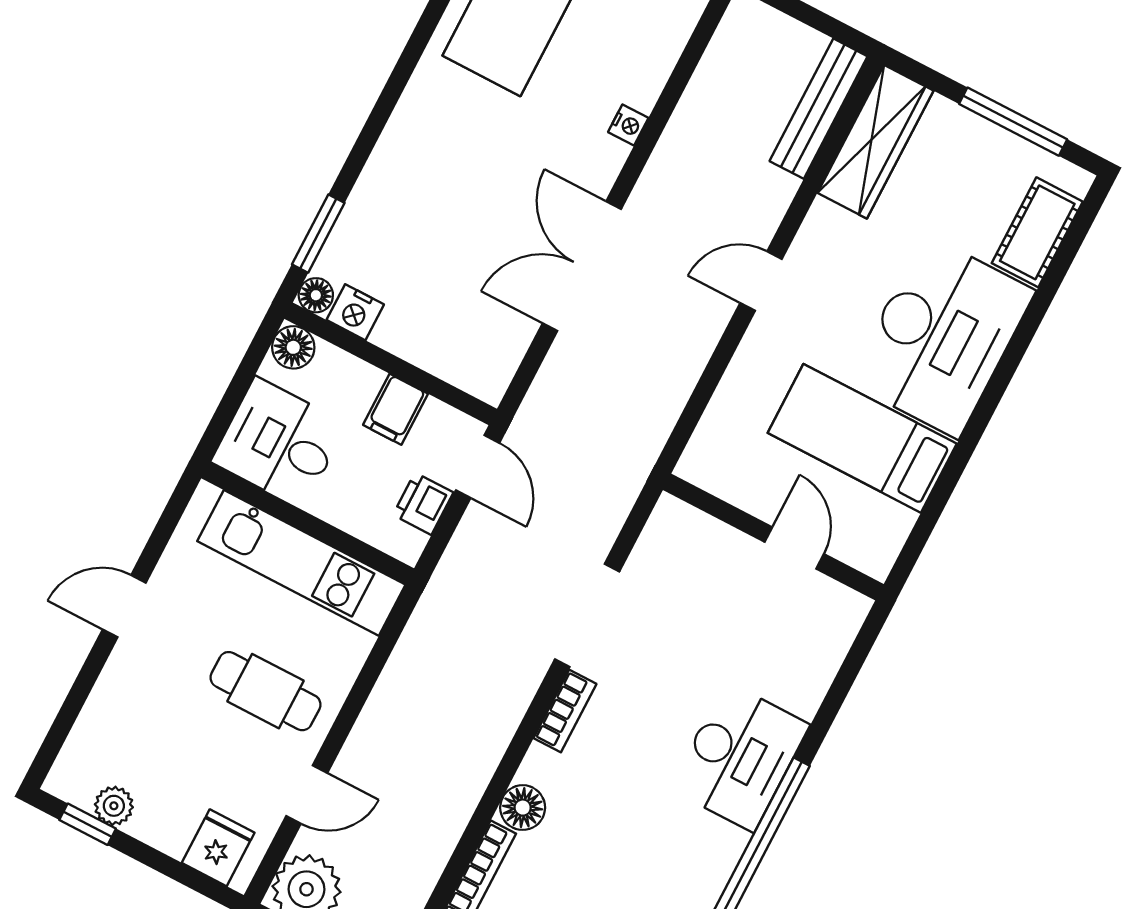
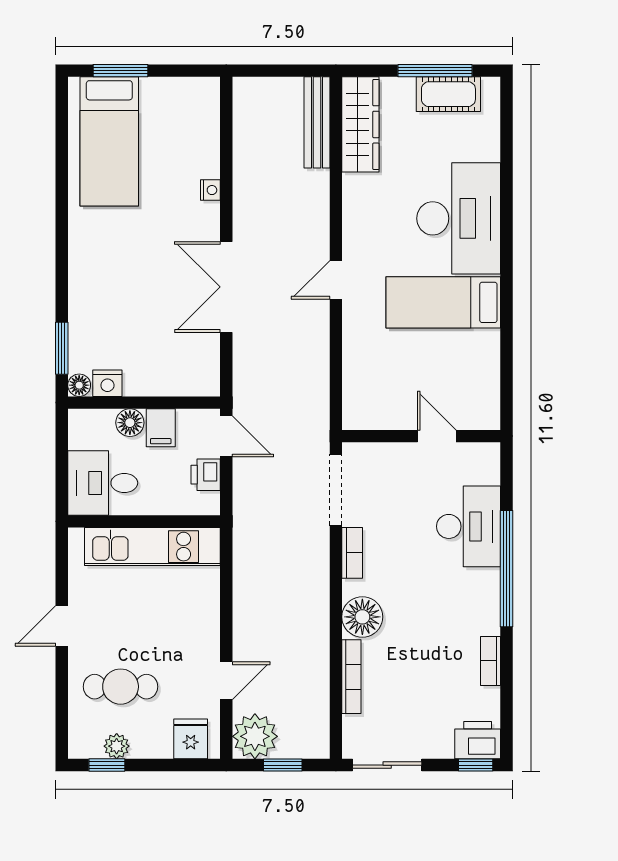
cot: (1037, 232) -> (448, 94), moved, turned 90
door: (761, 281) -> (336, 280), moved
floor lamp: (293, 347) -> (130, 423), moved
wall: (773, 537) -> (421, 436), moved
door: (794, 548) -> (437, 436), moved
cafe table: (265, 691) -> (121, 687), moved
floor lamp: (523, 808) -> (362, 617), width x1.38, depth x1.38

